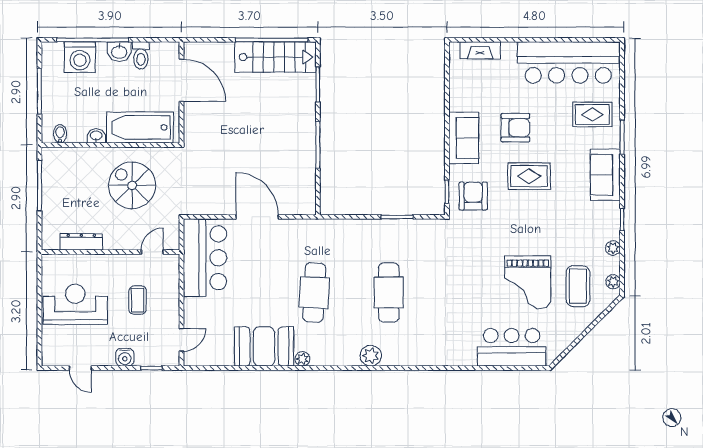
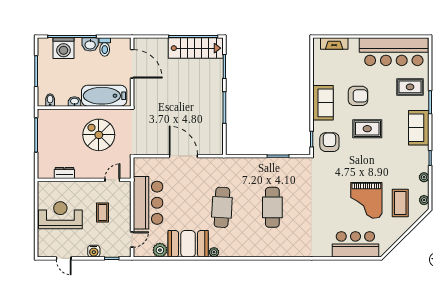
dresser: (81, 242) -> (64, 173), width x0.70
bar counter: (205, 258) -> (148, 203), moved
plant: (371, 356) -> (160, 250), moved

